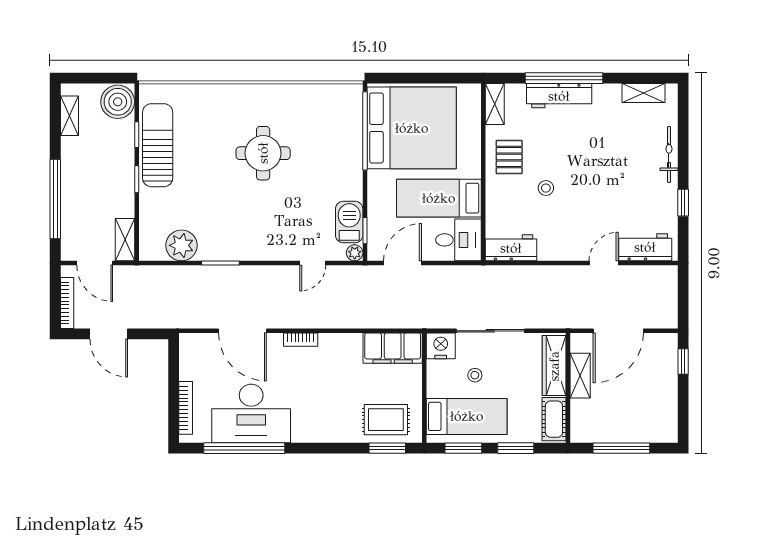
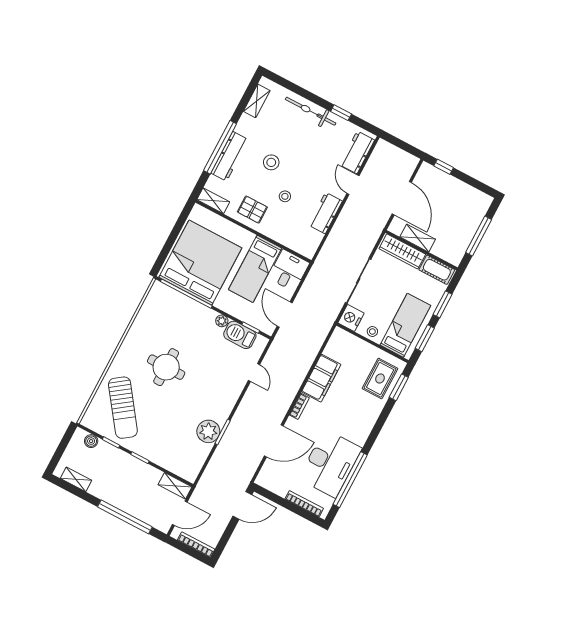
boiler: (118, 102) -> (91, 441), width x0.54, depth x0.54
sun lounger: (158, 145) -> (123, 408), moved, turned -126
stool: (578, 150) -> (271, 162), added
bicycle: (669, 154) -> (311, 111), width x1.37, depth x1.40
plant: (181, 245) -> (208, 431), moved
workbench: (511, 248) -> (325, 213), moved
plant: (355, 253) -> (222, 321), moved
door: (109, 334) -> (242, 505), moved
filing cabinet: (393, 348) -> (321, 378), moved
stool: (475, 375) -> (372, 331), moved

